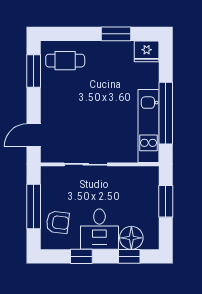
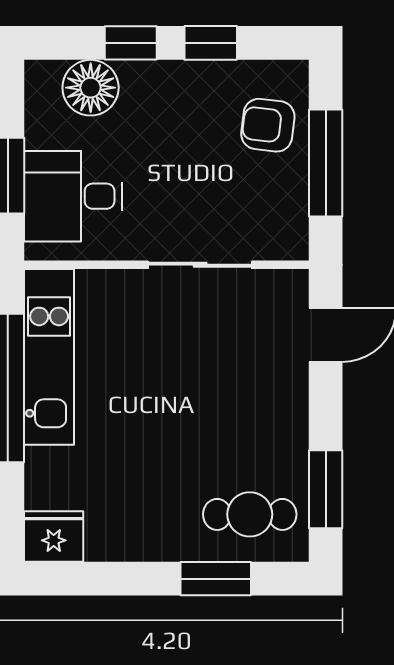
window: (116, 34) -> (216, 579), moved
desk: (99, 229) -> (73, 196), moved, turned -90
window: (129, 256) -> (131, 43), moved

